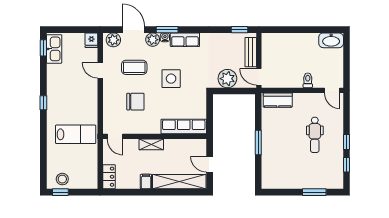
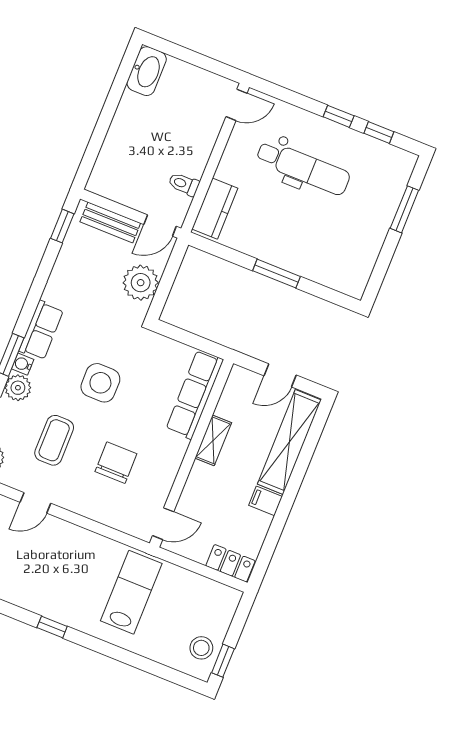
toilet: (308, 80) -> (184, 184), moved
dental chair: (315, 135) -> (303, 168), width x1.36, depth x1.38
shelving: (151, 144) -> (213, 440), moved

